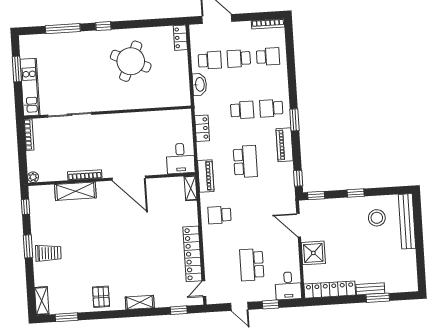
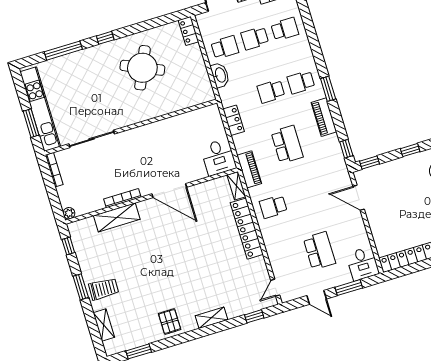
window: (17, 69) -> (31, 123), moved
kitchen unit: (30, 87) -> (40, 109), width x1.36
school desk: (242, 110) -> (271, 91), turned 180
shower: (313, 253) -> (381, 223), removed
locker: (192, 254) -> (247, 229), moved
school desk: (252, 265) -> (319, 251), turned 180
shelving: (42, 301) -> (104, 325), moved
window: (271, 304) -> (349, 288), width x1.50

